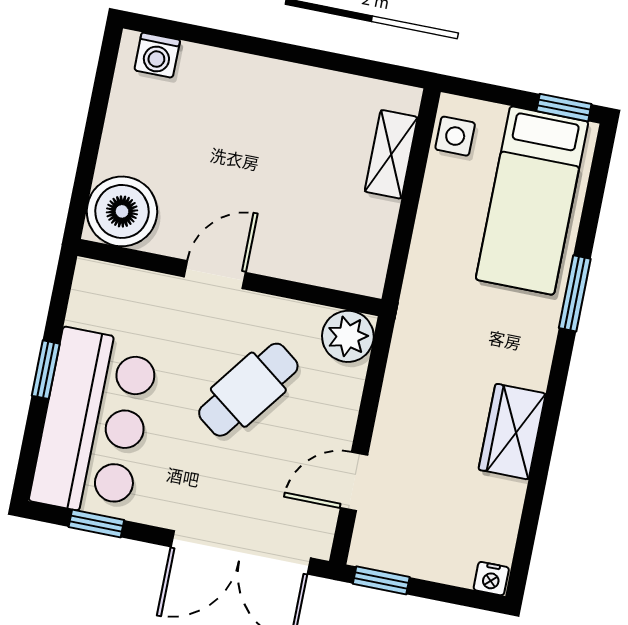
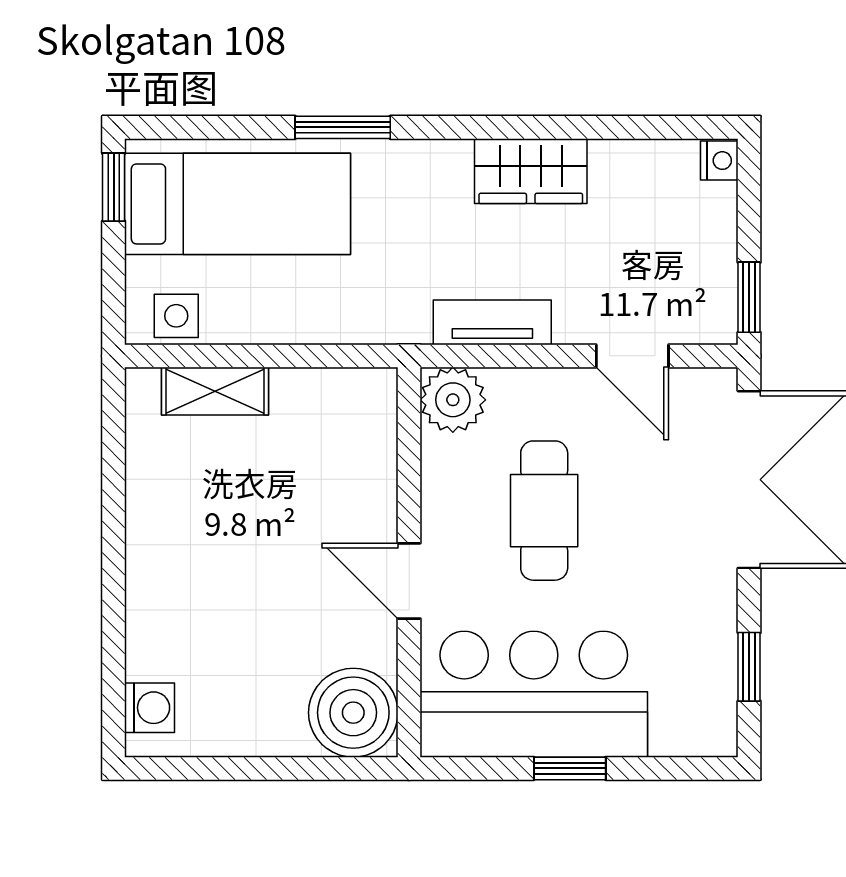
tv unit: (401, 379) -> (492, 322), added
cafe table: (248, 390) -> (544, 511), turned 53
bar counter: (95, 423) -> (534, 694), moved

